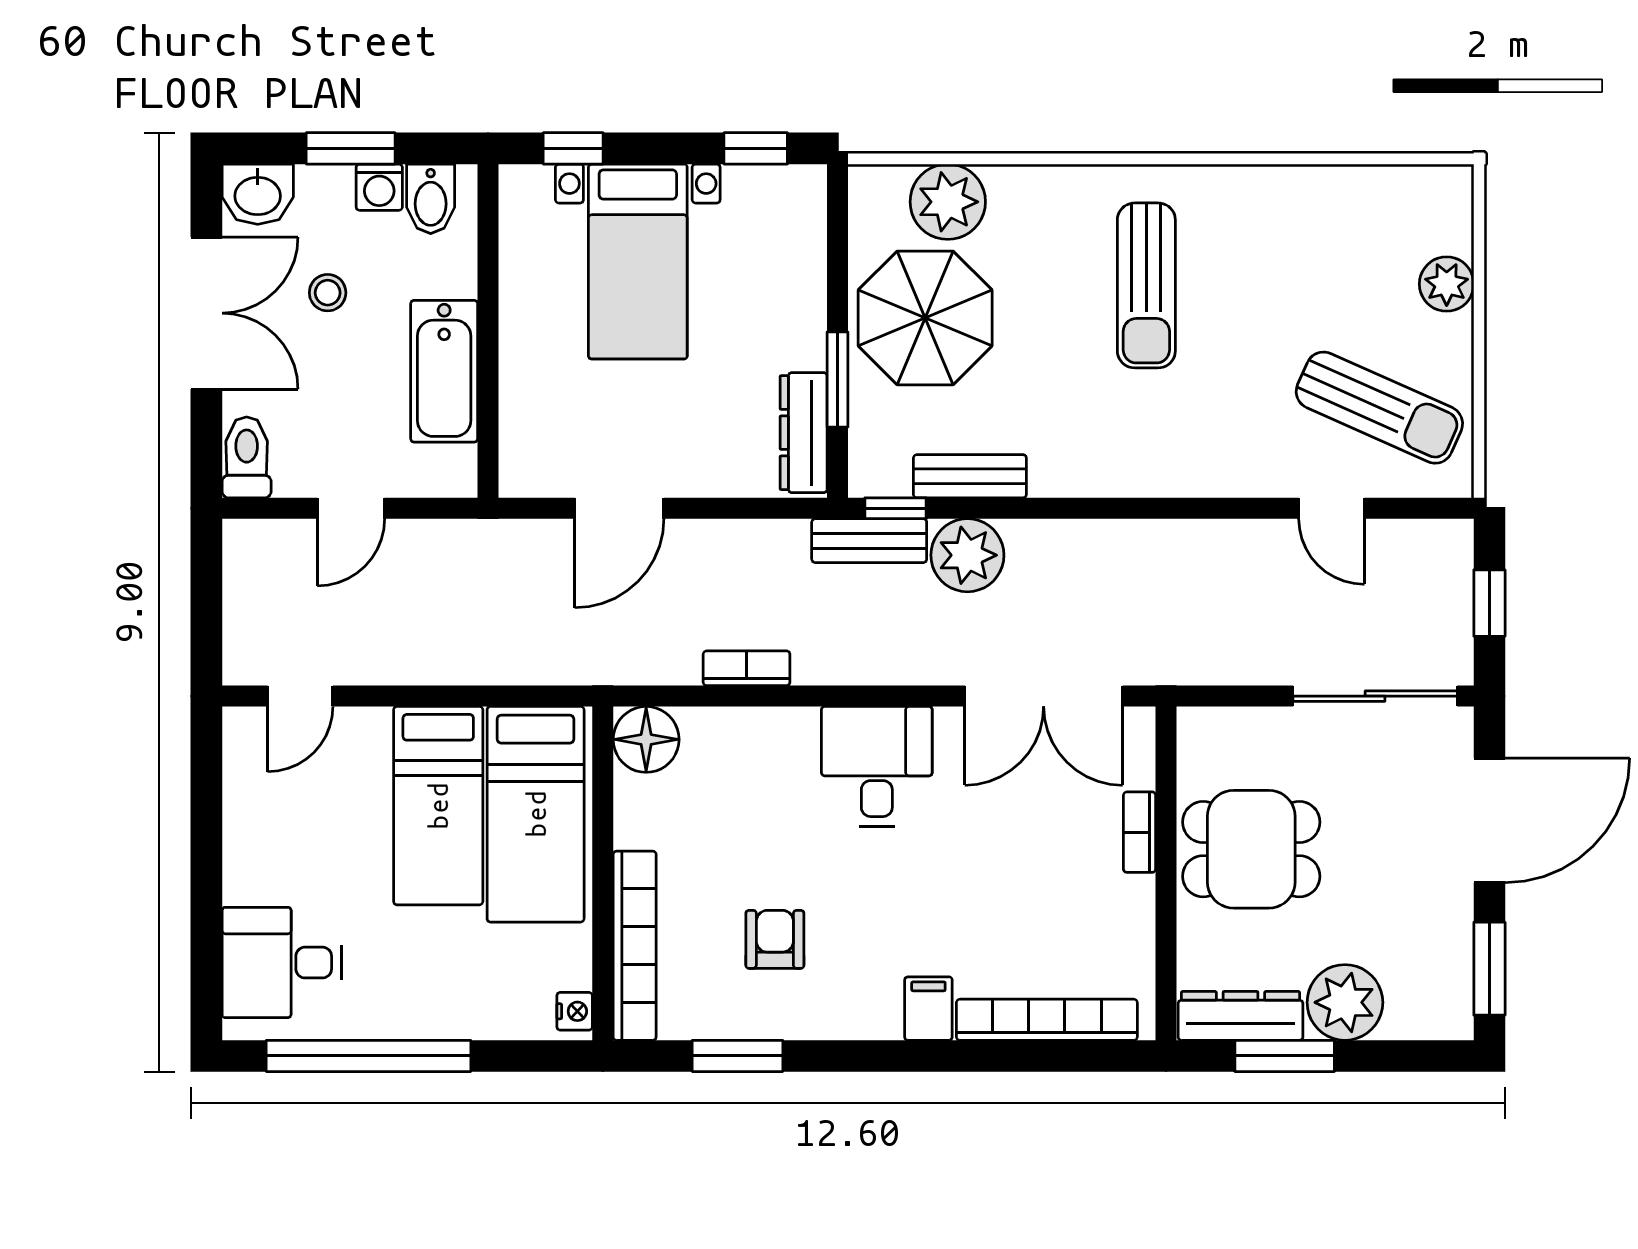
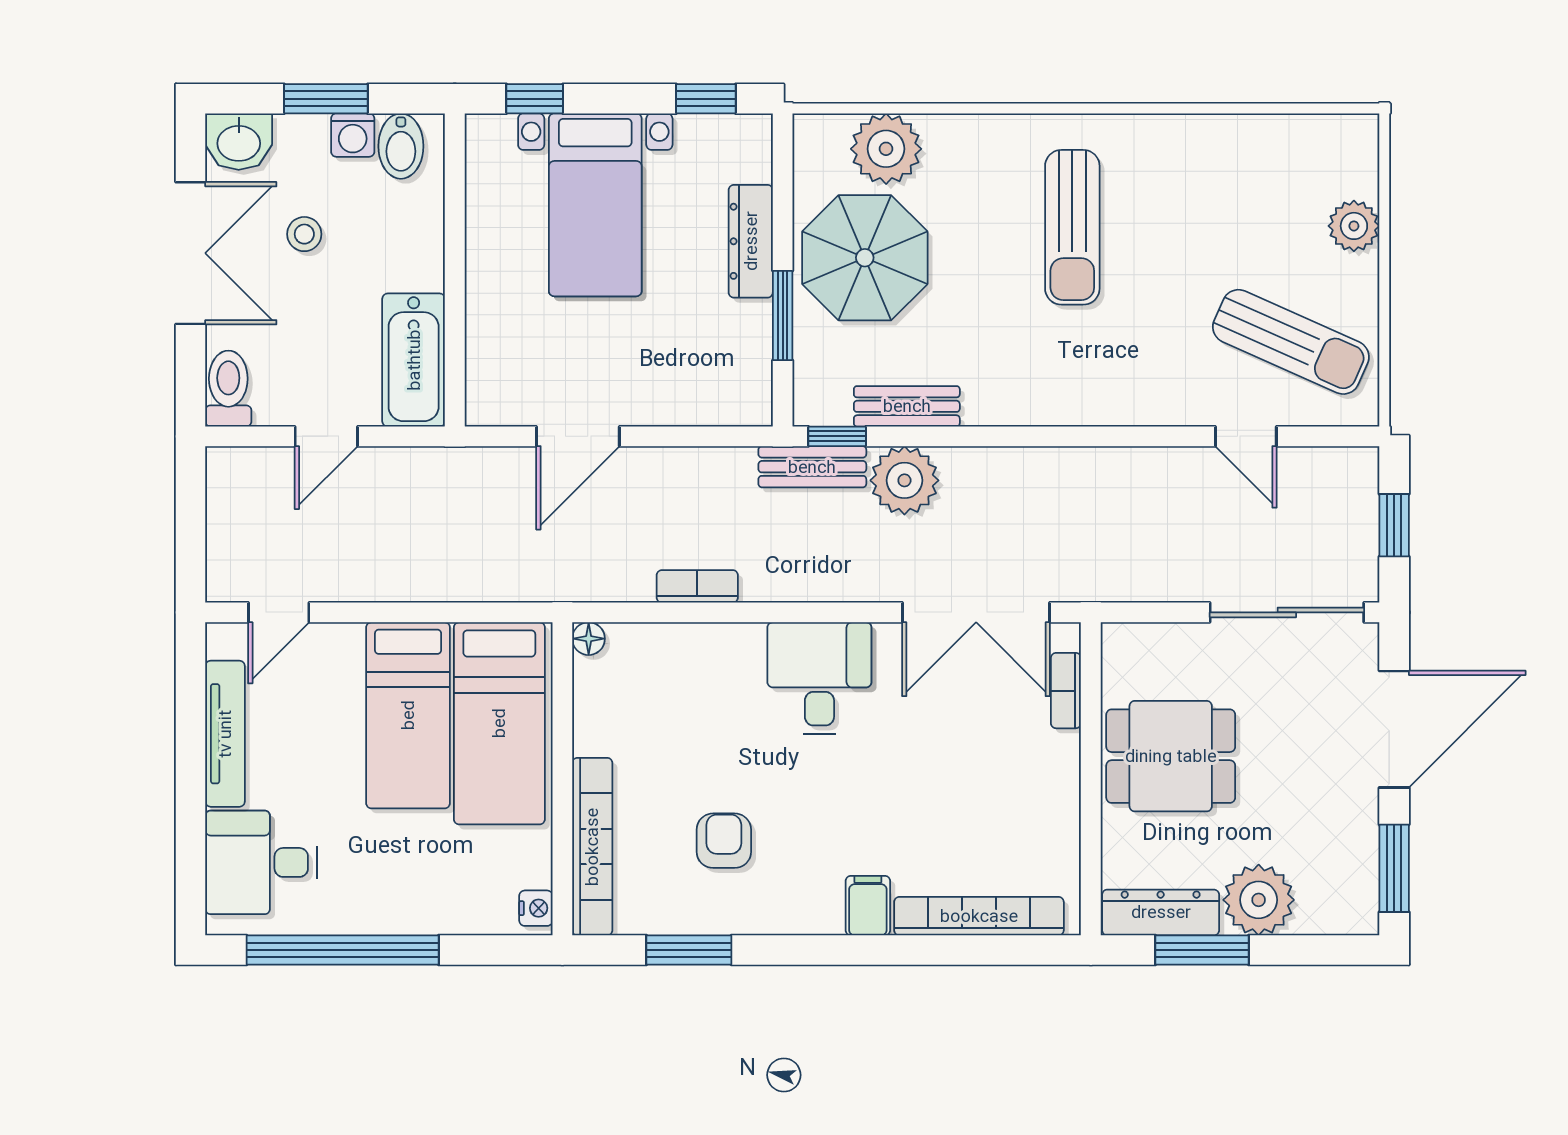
bathtub: (444, 371) -> (414, 360), moved
dresser: (804, 433) -> (751, 241), moved
floor lamp: (646, 739) -> (589, 639), width x0.53, depth x0.53
tv unit: (243, 825) -> (225, 734), added
bookcase: (1140, 832) -> (1066, 691), moved

